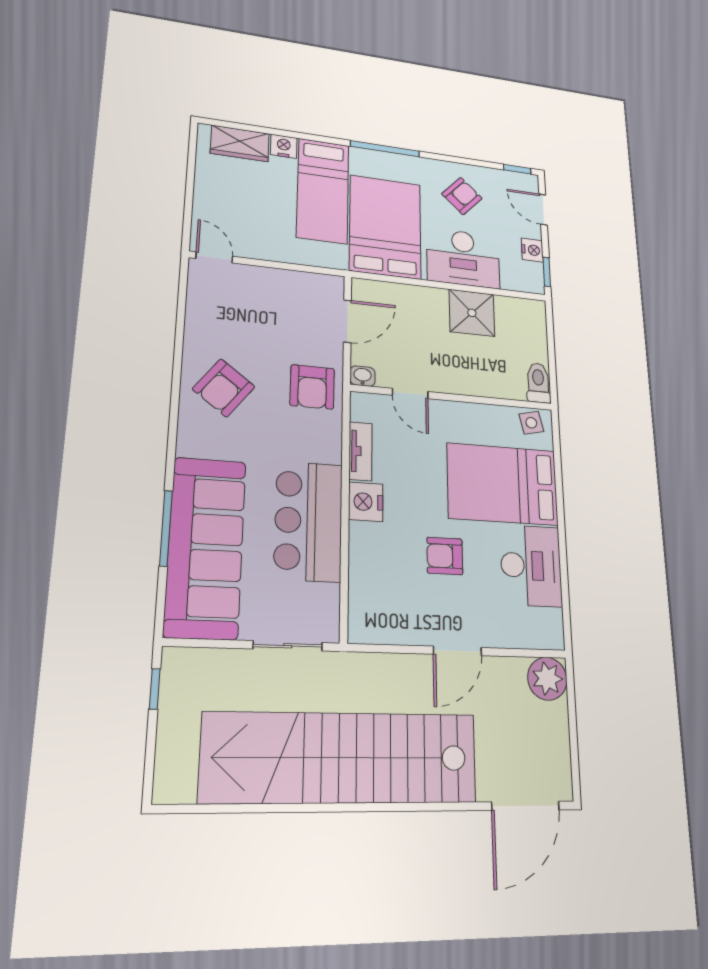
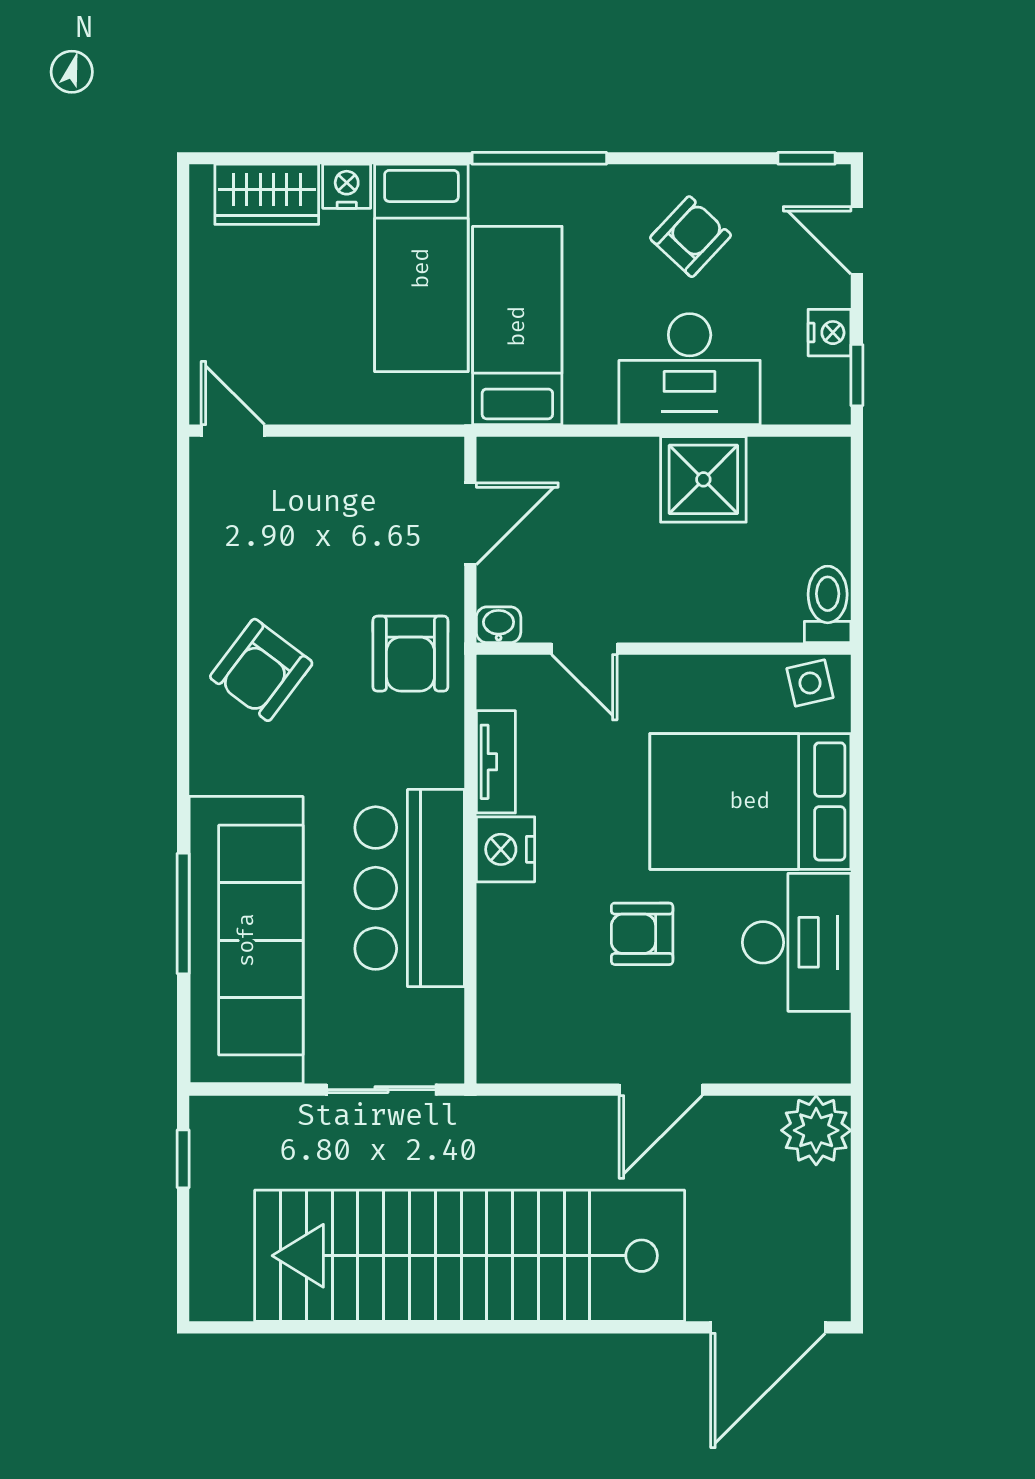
bed: (385, 227) -> (517, 326), width x0.67

